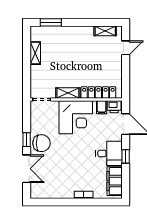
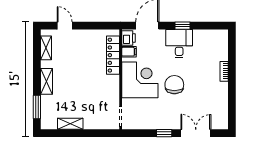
shelving: (68, 93) -> (46, 81), moved
chair: (41, 143) -> (174, 85), moved
filing cabinet: (115, 181) -> (209, 38), removed

